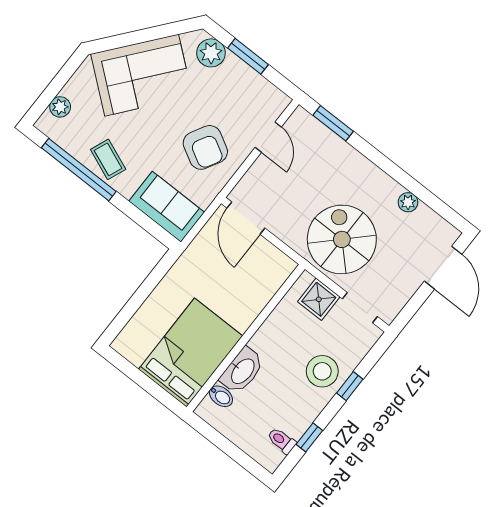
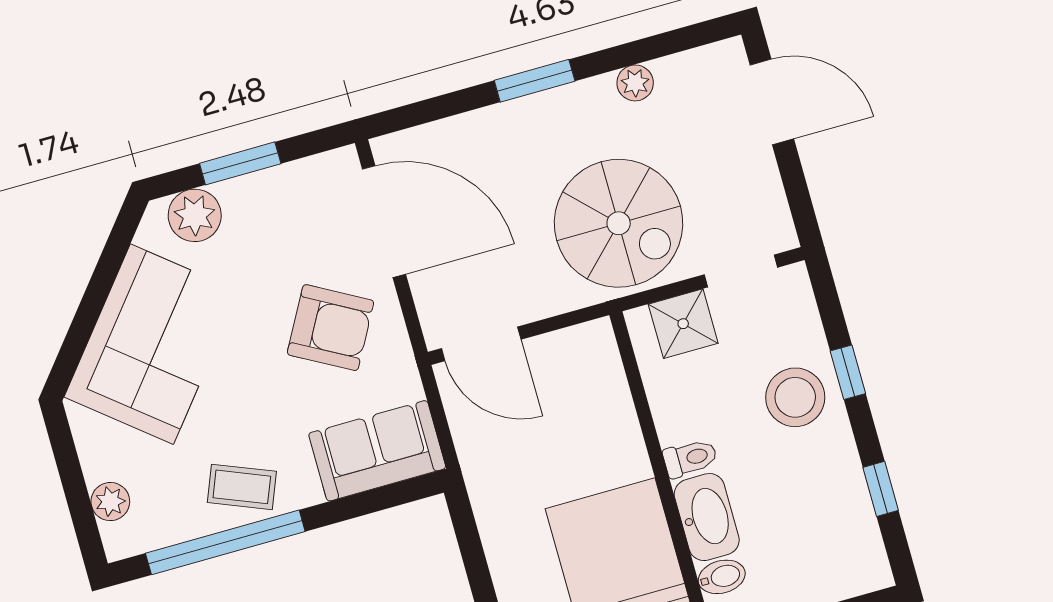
window: (333, 123) -> (535, 81), moved
door: (268, 137) -> (384, 222), width x1.88
spiral stairs: (342, 239) -> (619, 223), turned 180
toilet: (282, 441) -> (690, 458), moved, turned 180

